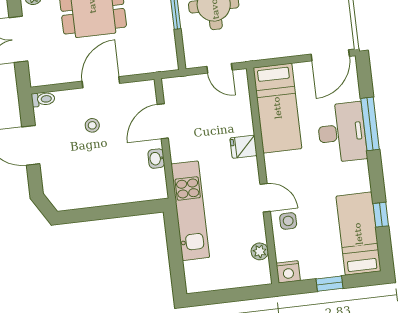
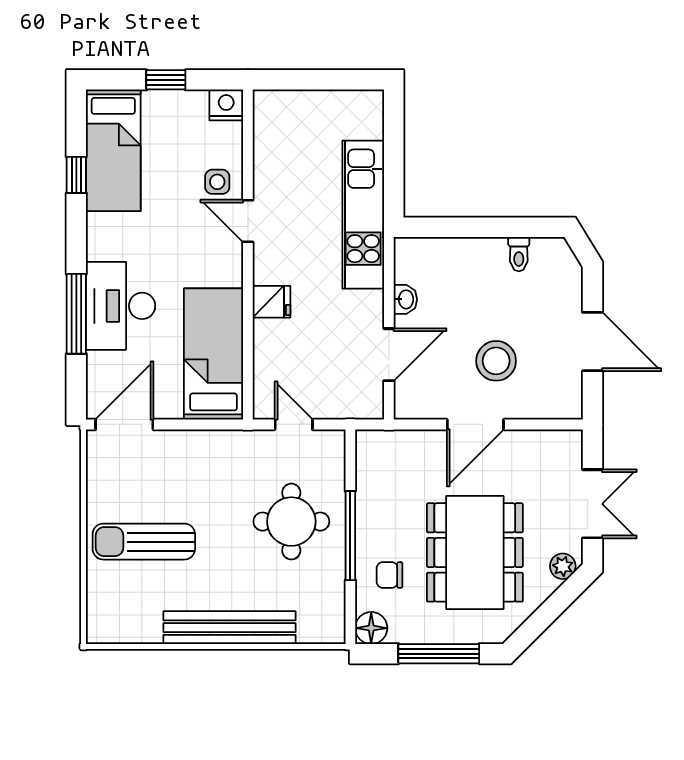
toilet: (43, 99) -> (519, 254), moved, turned -90
stool: (92, 125) -> (496, 361), width x1.89, depth x1.89
plant: (260, 251) -> (266, 141), removed

